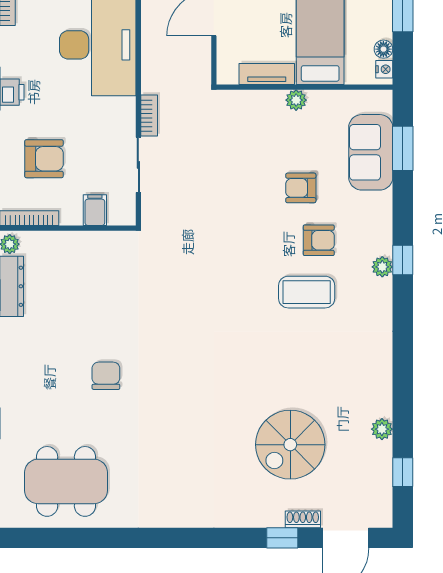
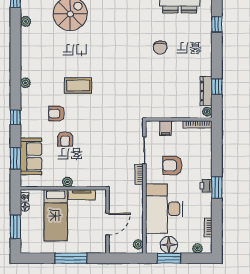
armchair: (44, 159) -> (172, 165), moved
armchair: (301, 188) -> (65, 139), turned 90
window: (403, 260) -> (15, 117), moved
plant: (382, 267) -> (25, 83), moved
coffee table: (307, 292) -> (78, 85), moved

